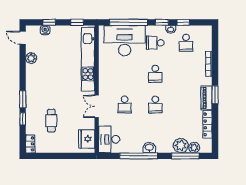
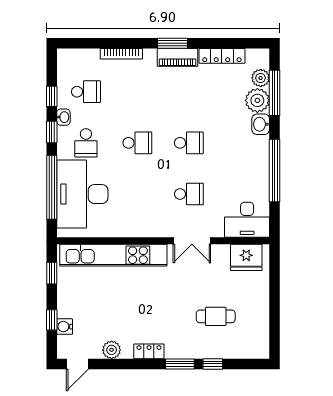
locker: (30, 144) -> (149, 351), moved
washbasin: (149, 148) -> (261, 124), moved

